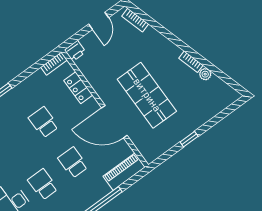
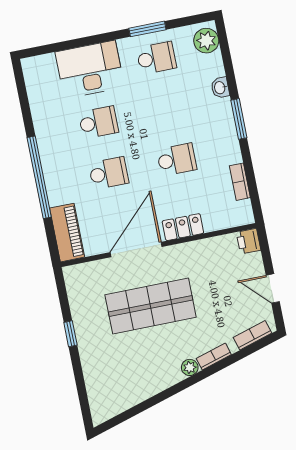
bookcase: (191, 62) -> (214, 357), moved
bookcase: (54, 64) -> (240, 182), moved
plant: (205, 74) -> (190, 367), moved
locker: (78, 88) -> (183, 227), moved

